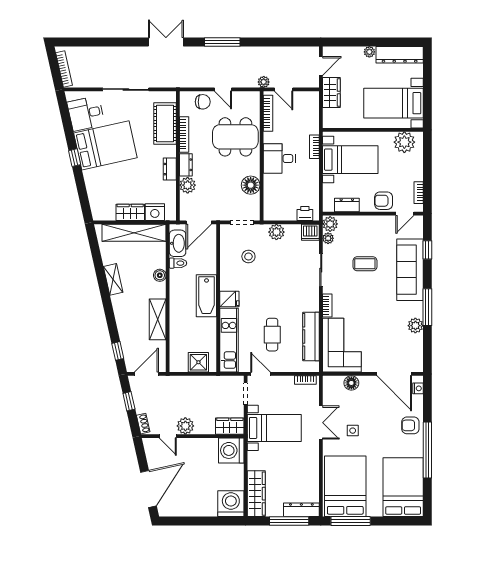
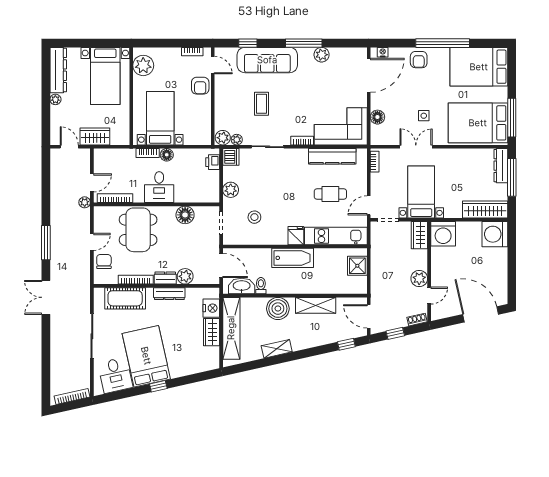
floor lamp: (313, 166) -> (167, 155), added
dresser: (170, 169) -> (169, 294), width x1.44
dresser: (347, 205) -> (204, 121), removed
boiler: (160, 275) -> (278, 309), width x1.86, depth x1.86

